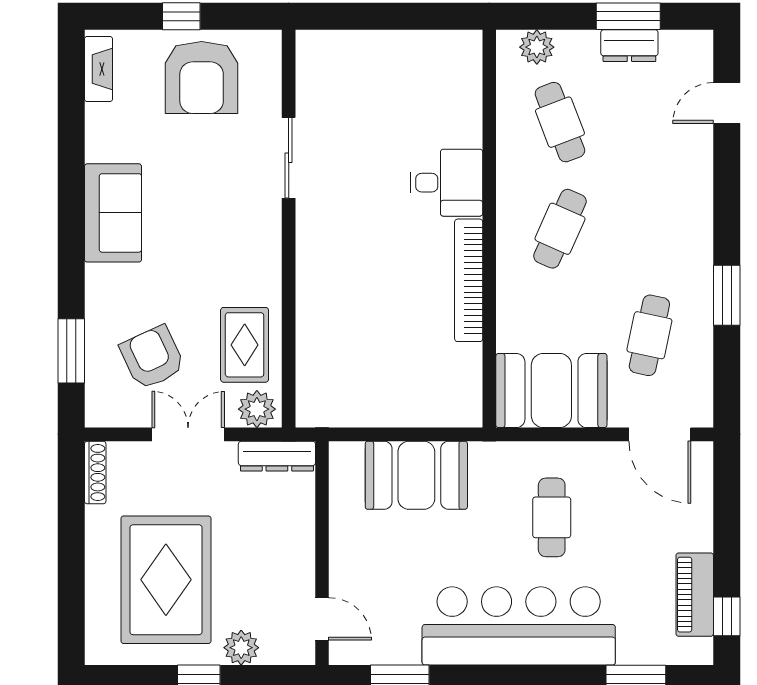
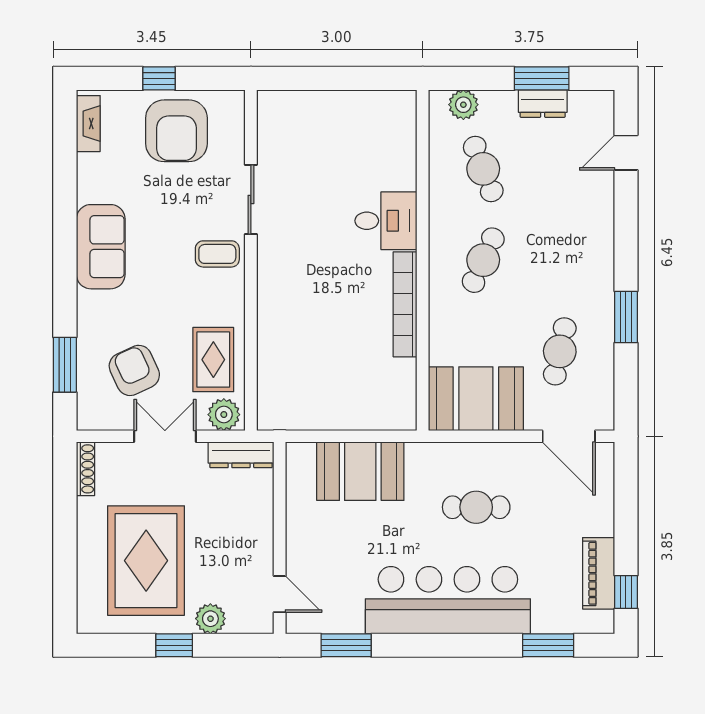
coffee table: (249, 221) -> (217, 254), added
cafe table: (552, 517) -> (476, 507), turned 90

